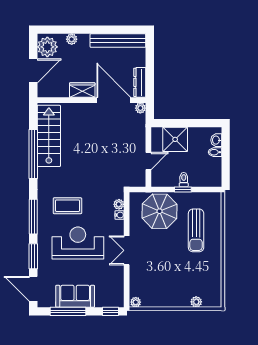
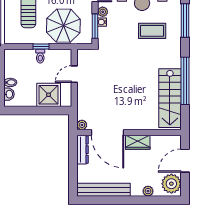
plant: (119, 204) -> (103, 12), moved
window: (127, 211) -> (95, 26), added

